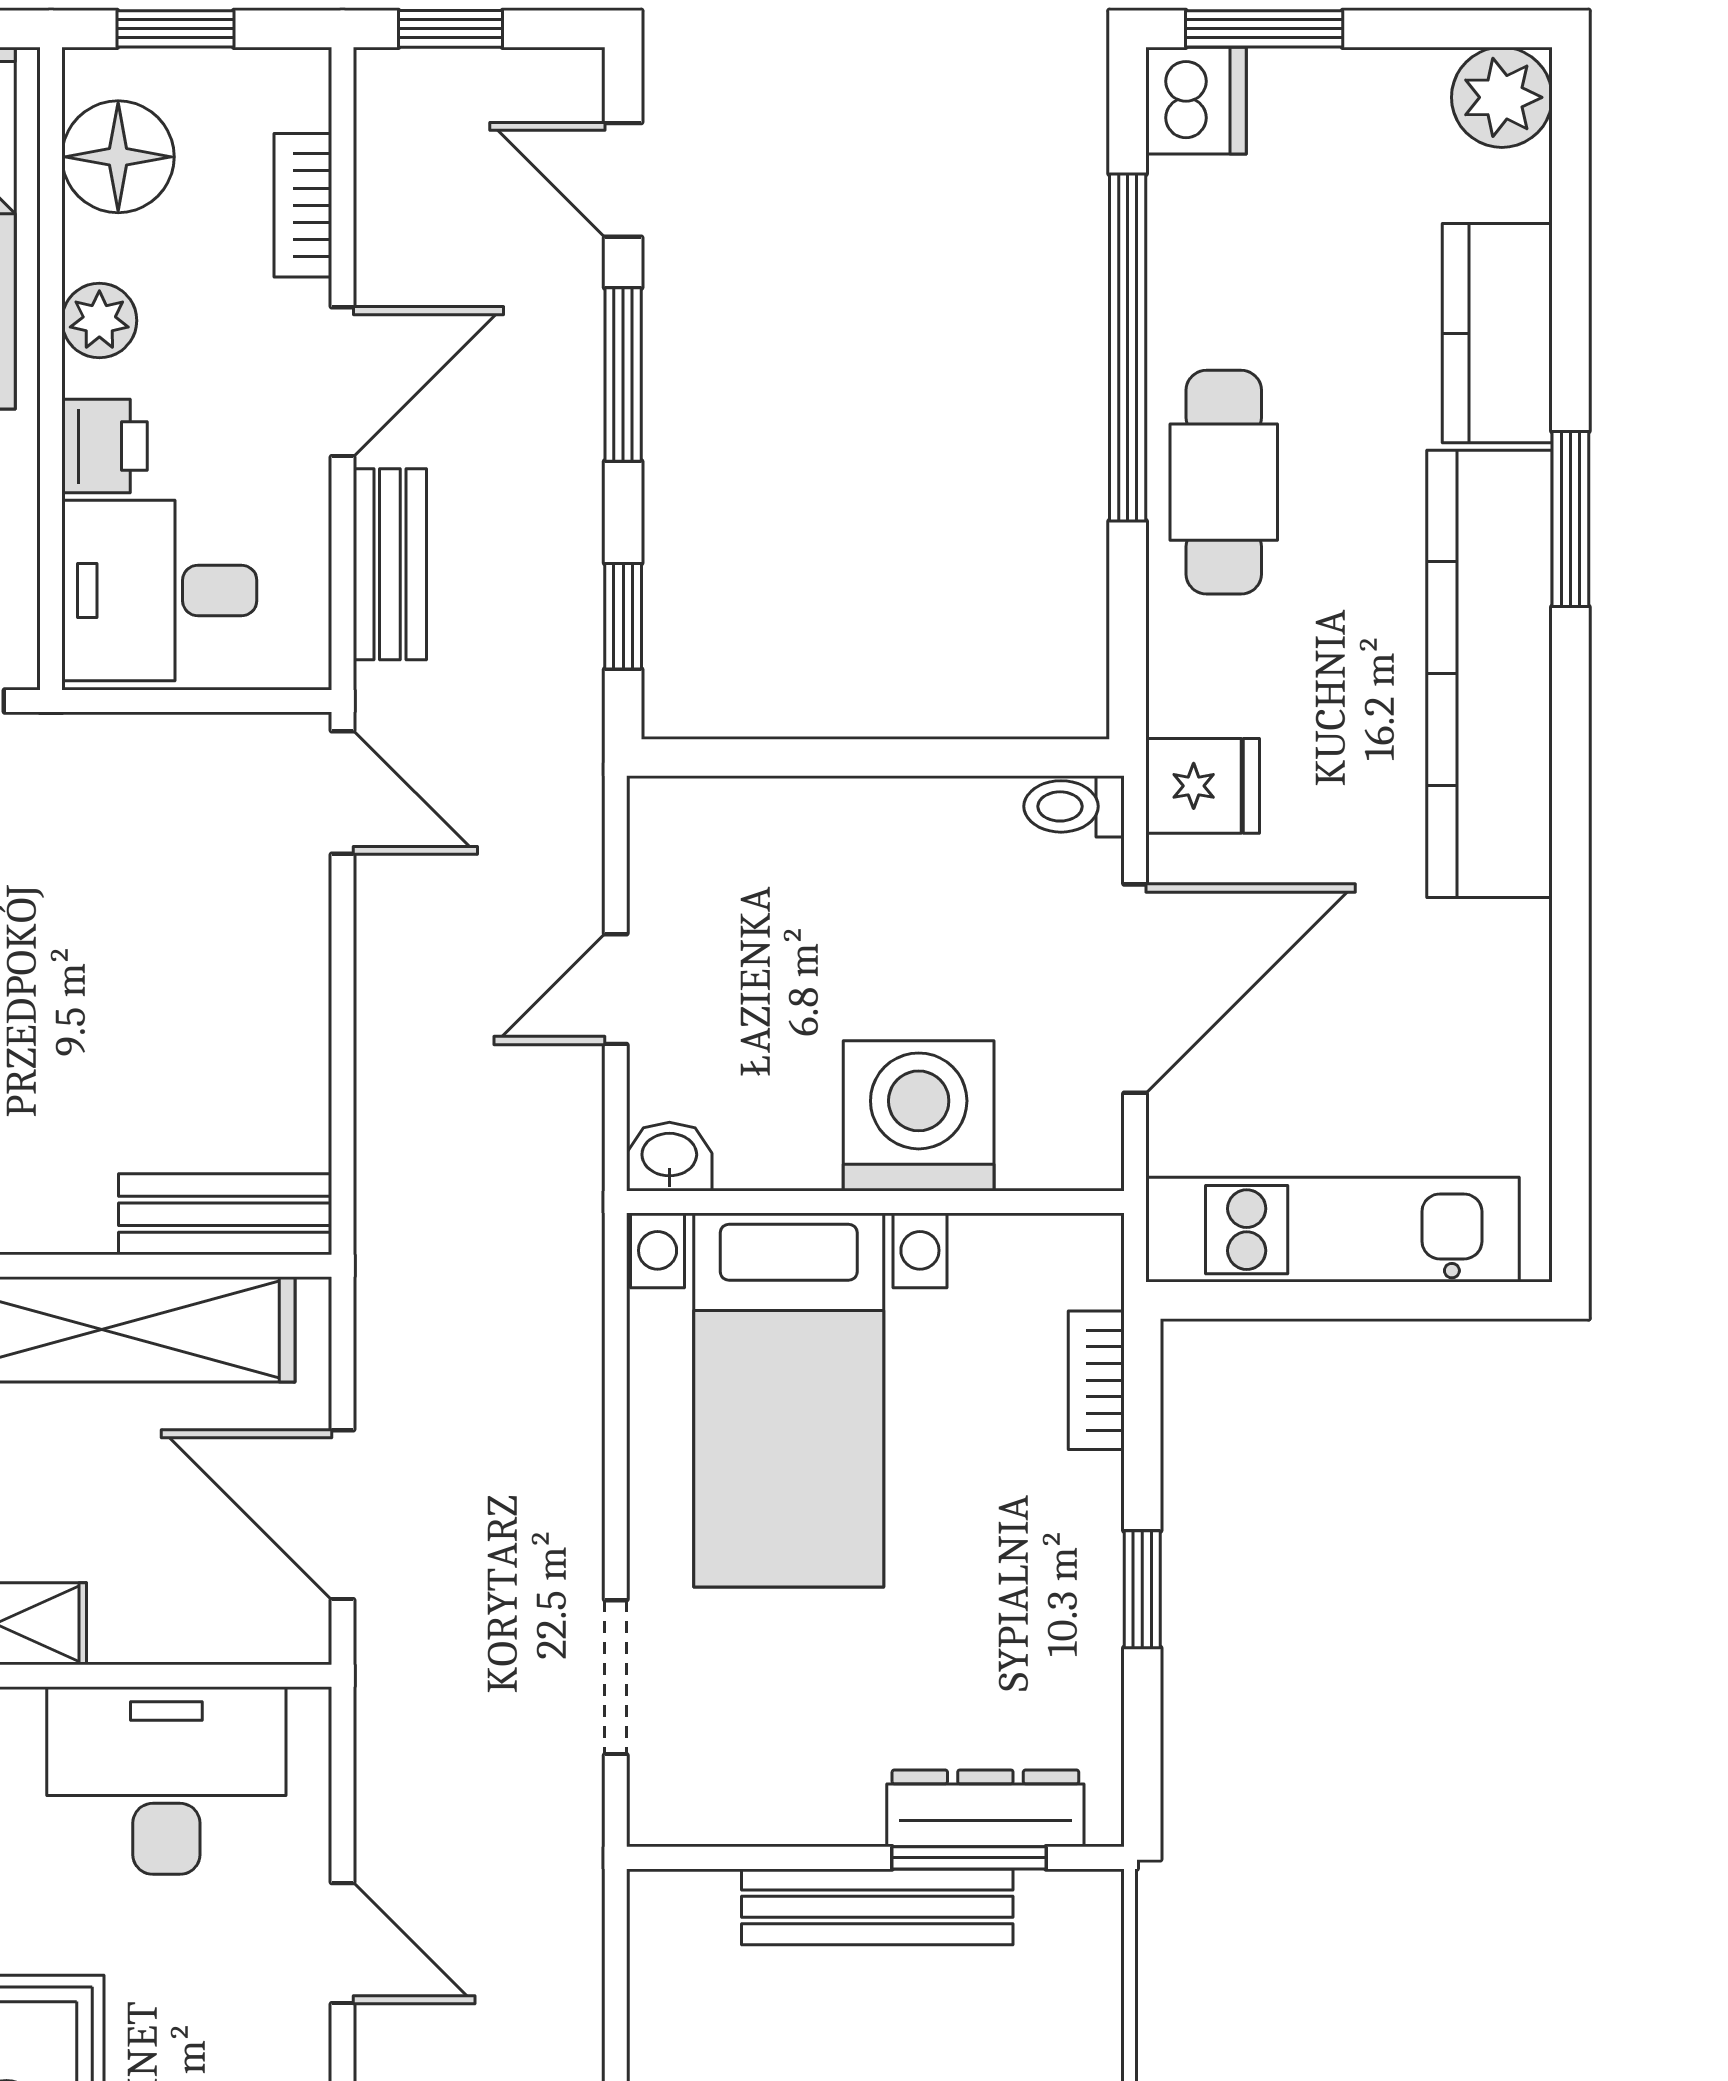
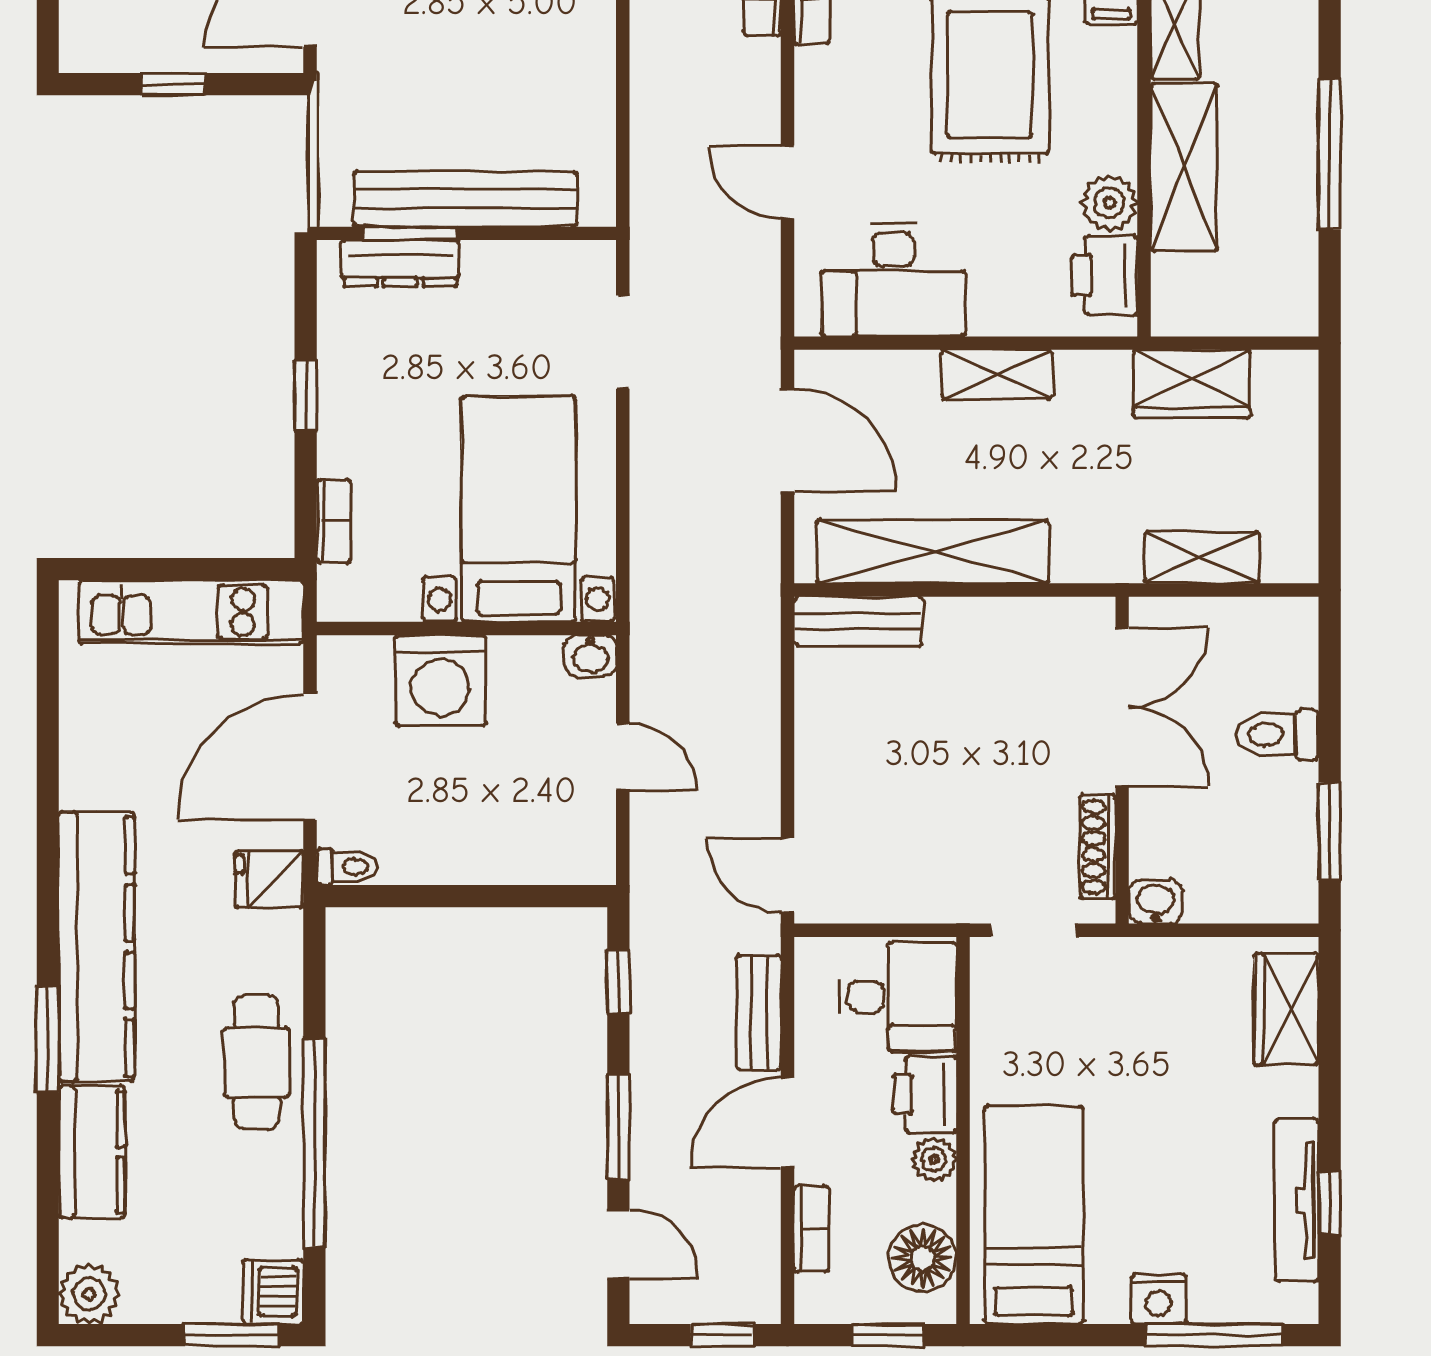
printer: (105, 446) -> (925, 1094), width x1.36, depth x1.24
door: (616, 989) -> (623, 757), hinge flipped
bench: (877, 1907) -> (465, 199), width x1.37, depth x1.21

